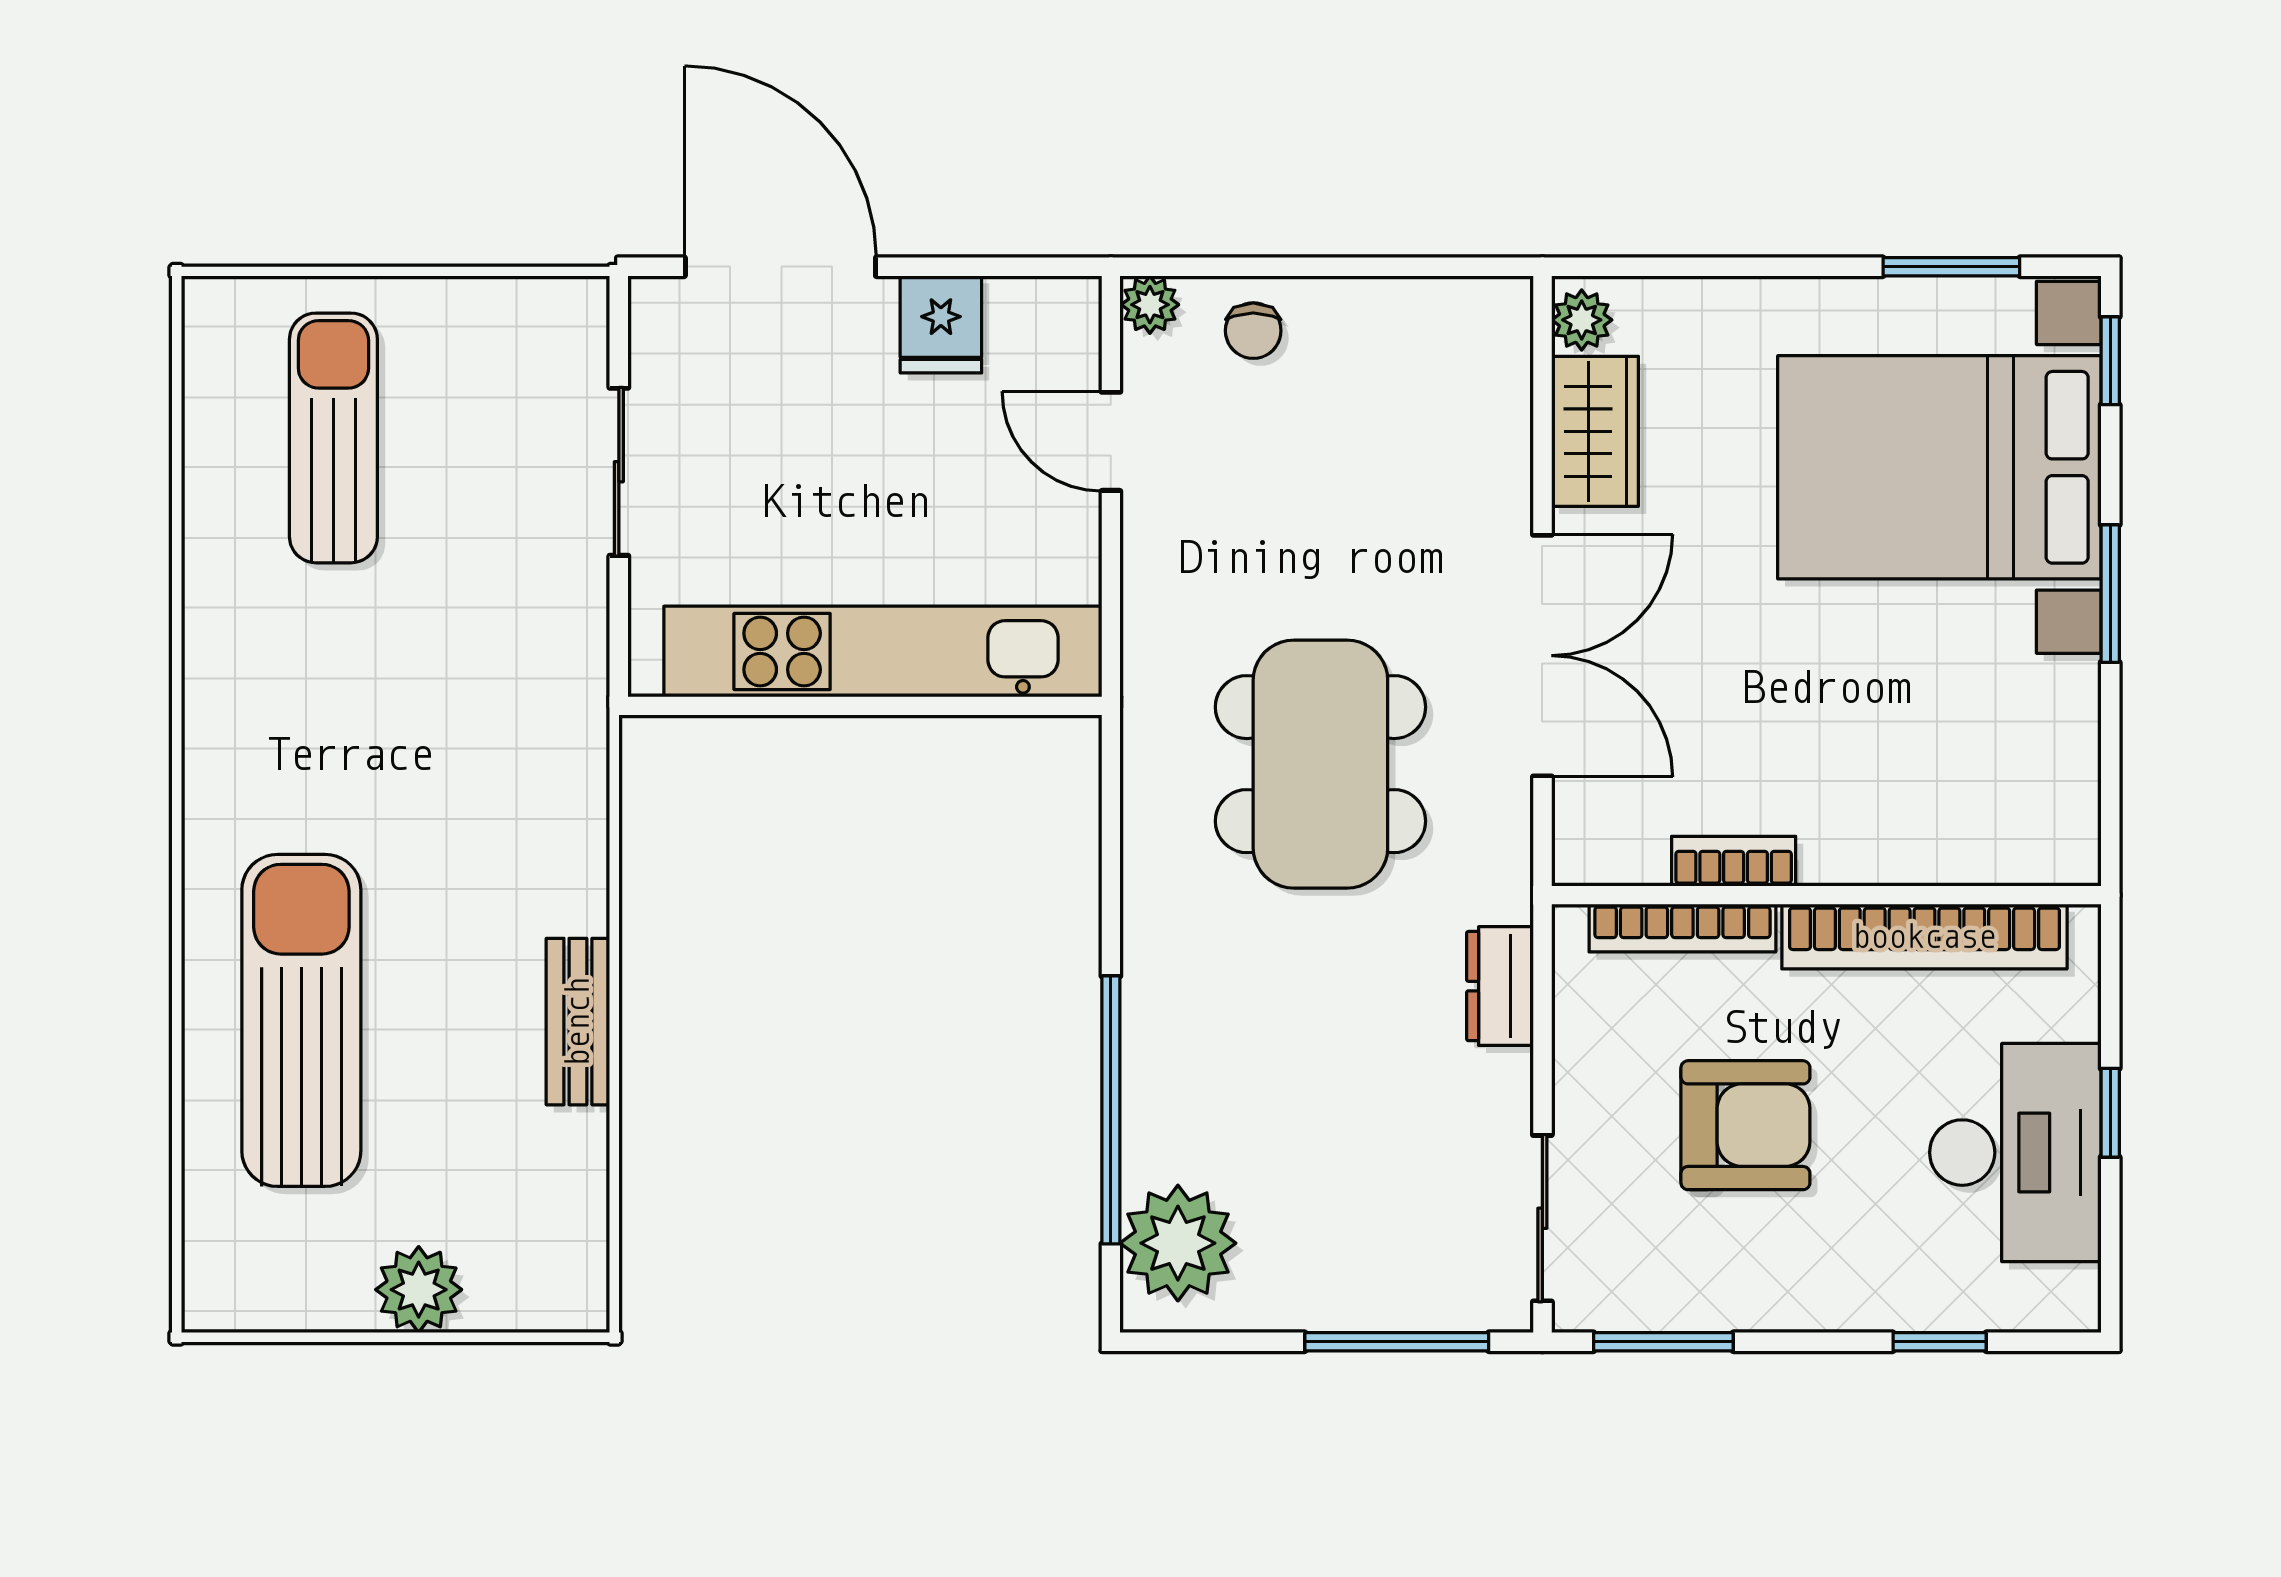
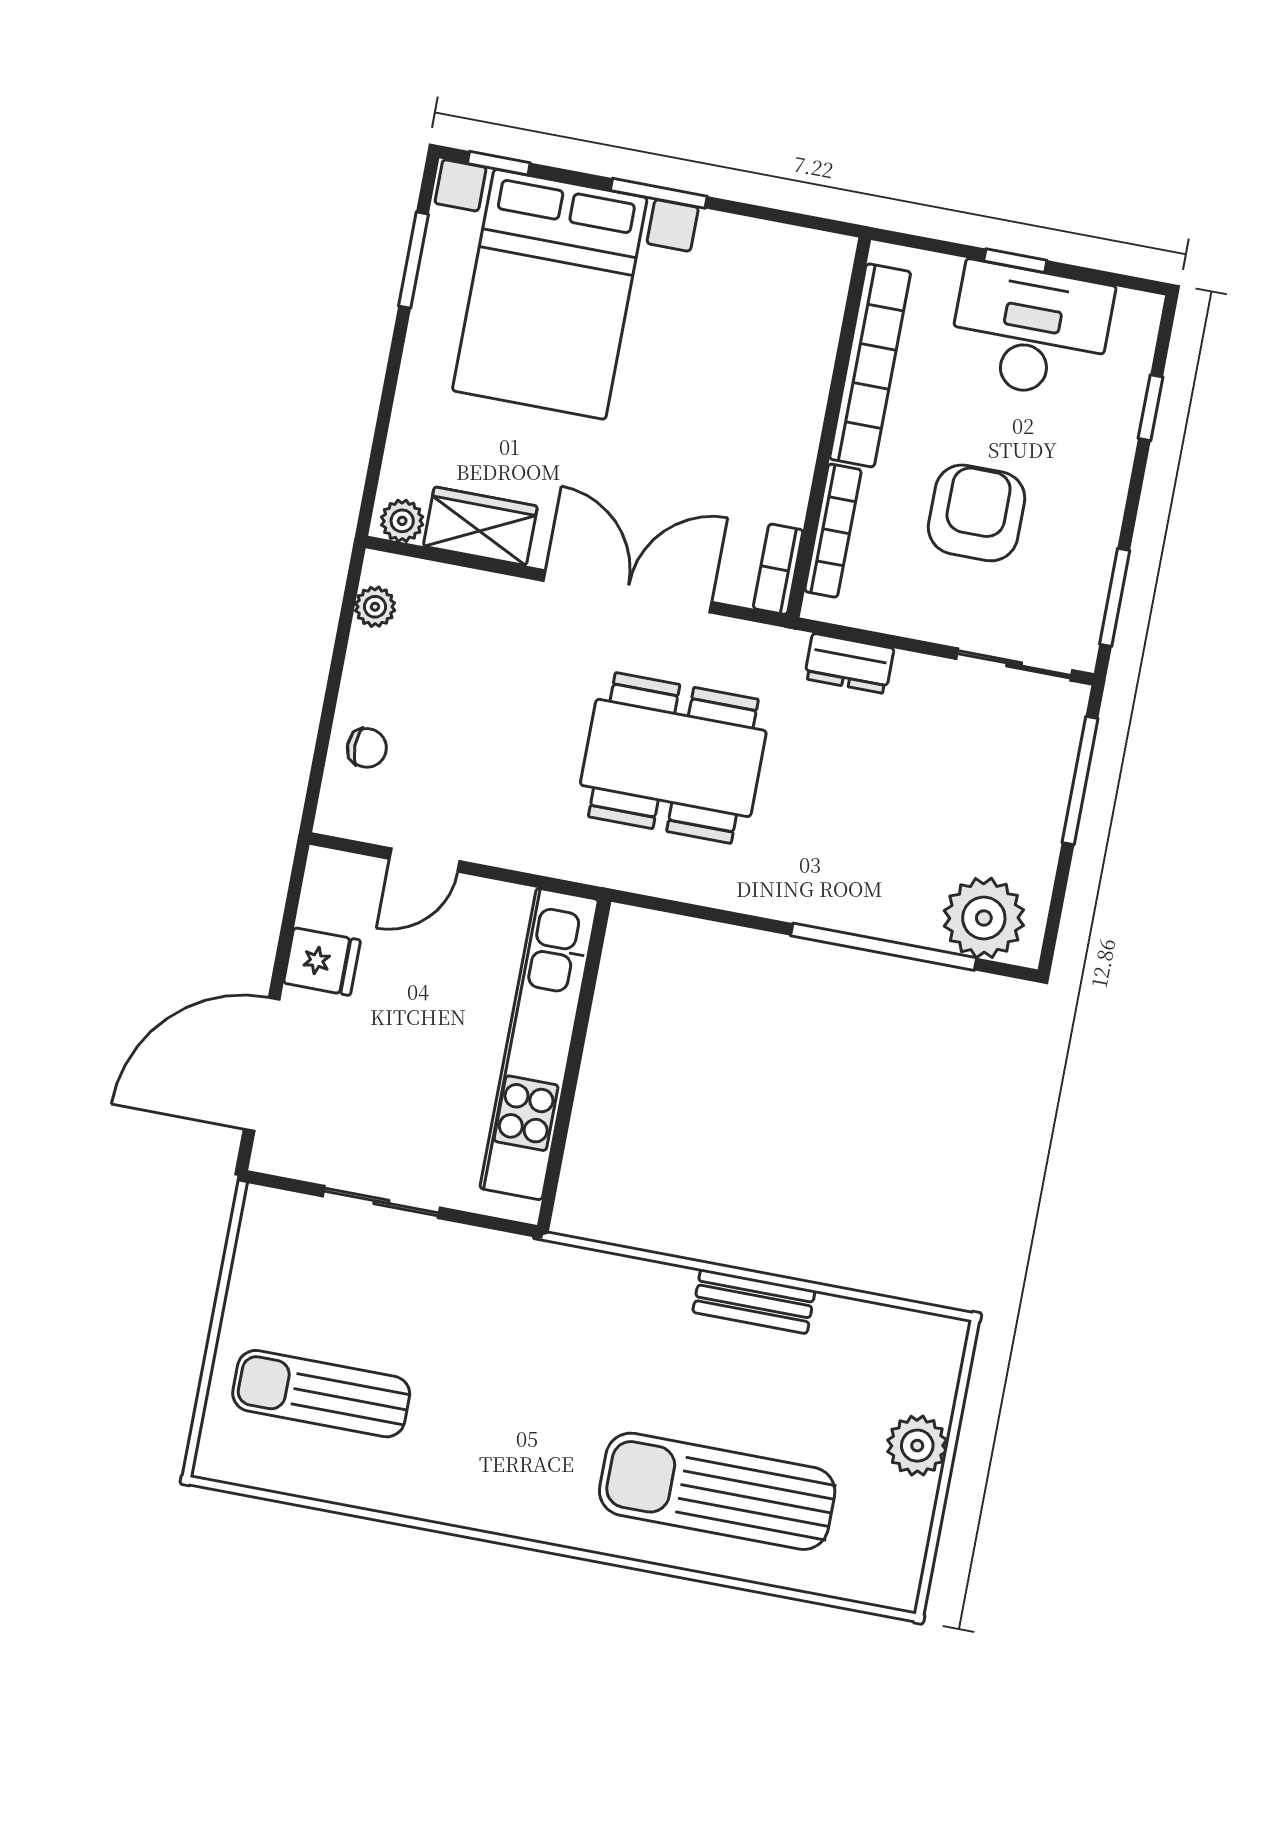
plant: (1150, 305) -> (375, 607), moved
bookcase: (1734, 861) -> (778, 569), moved

